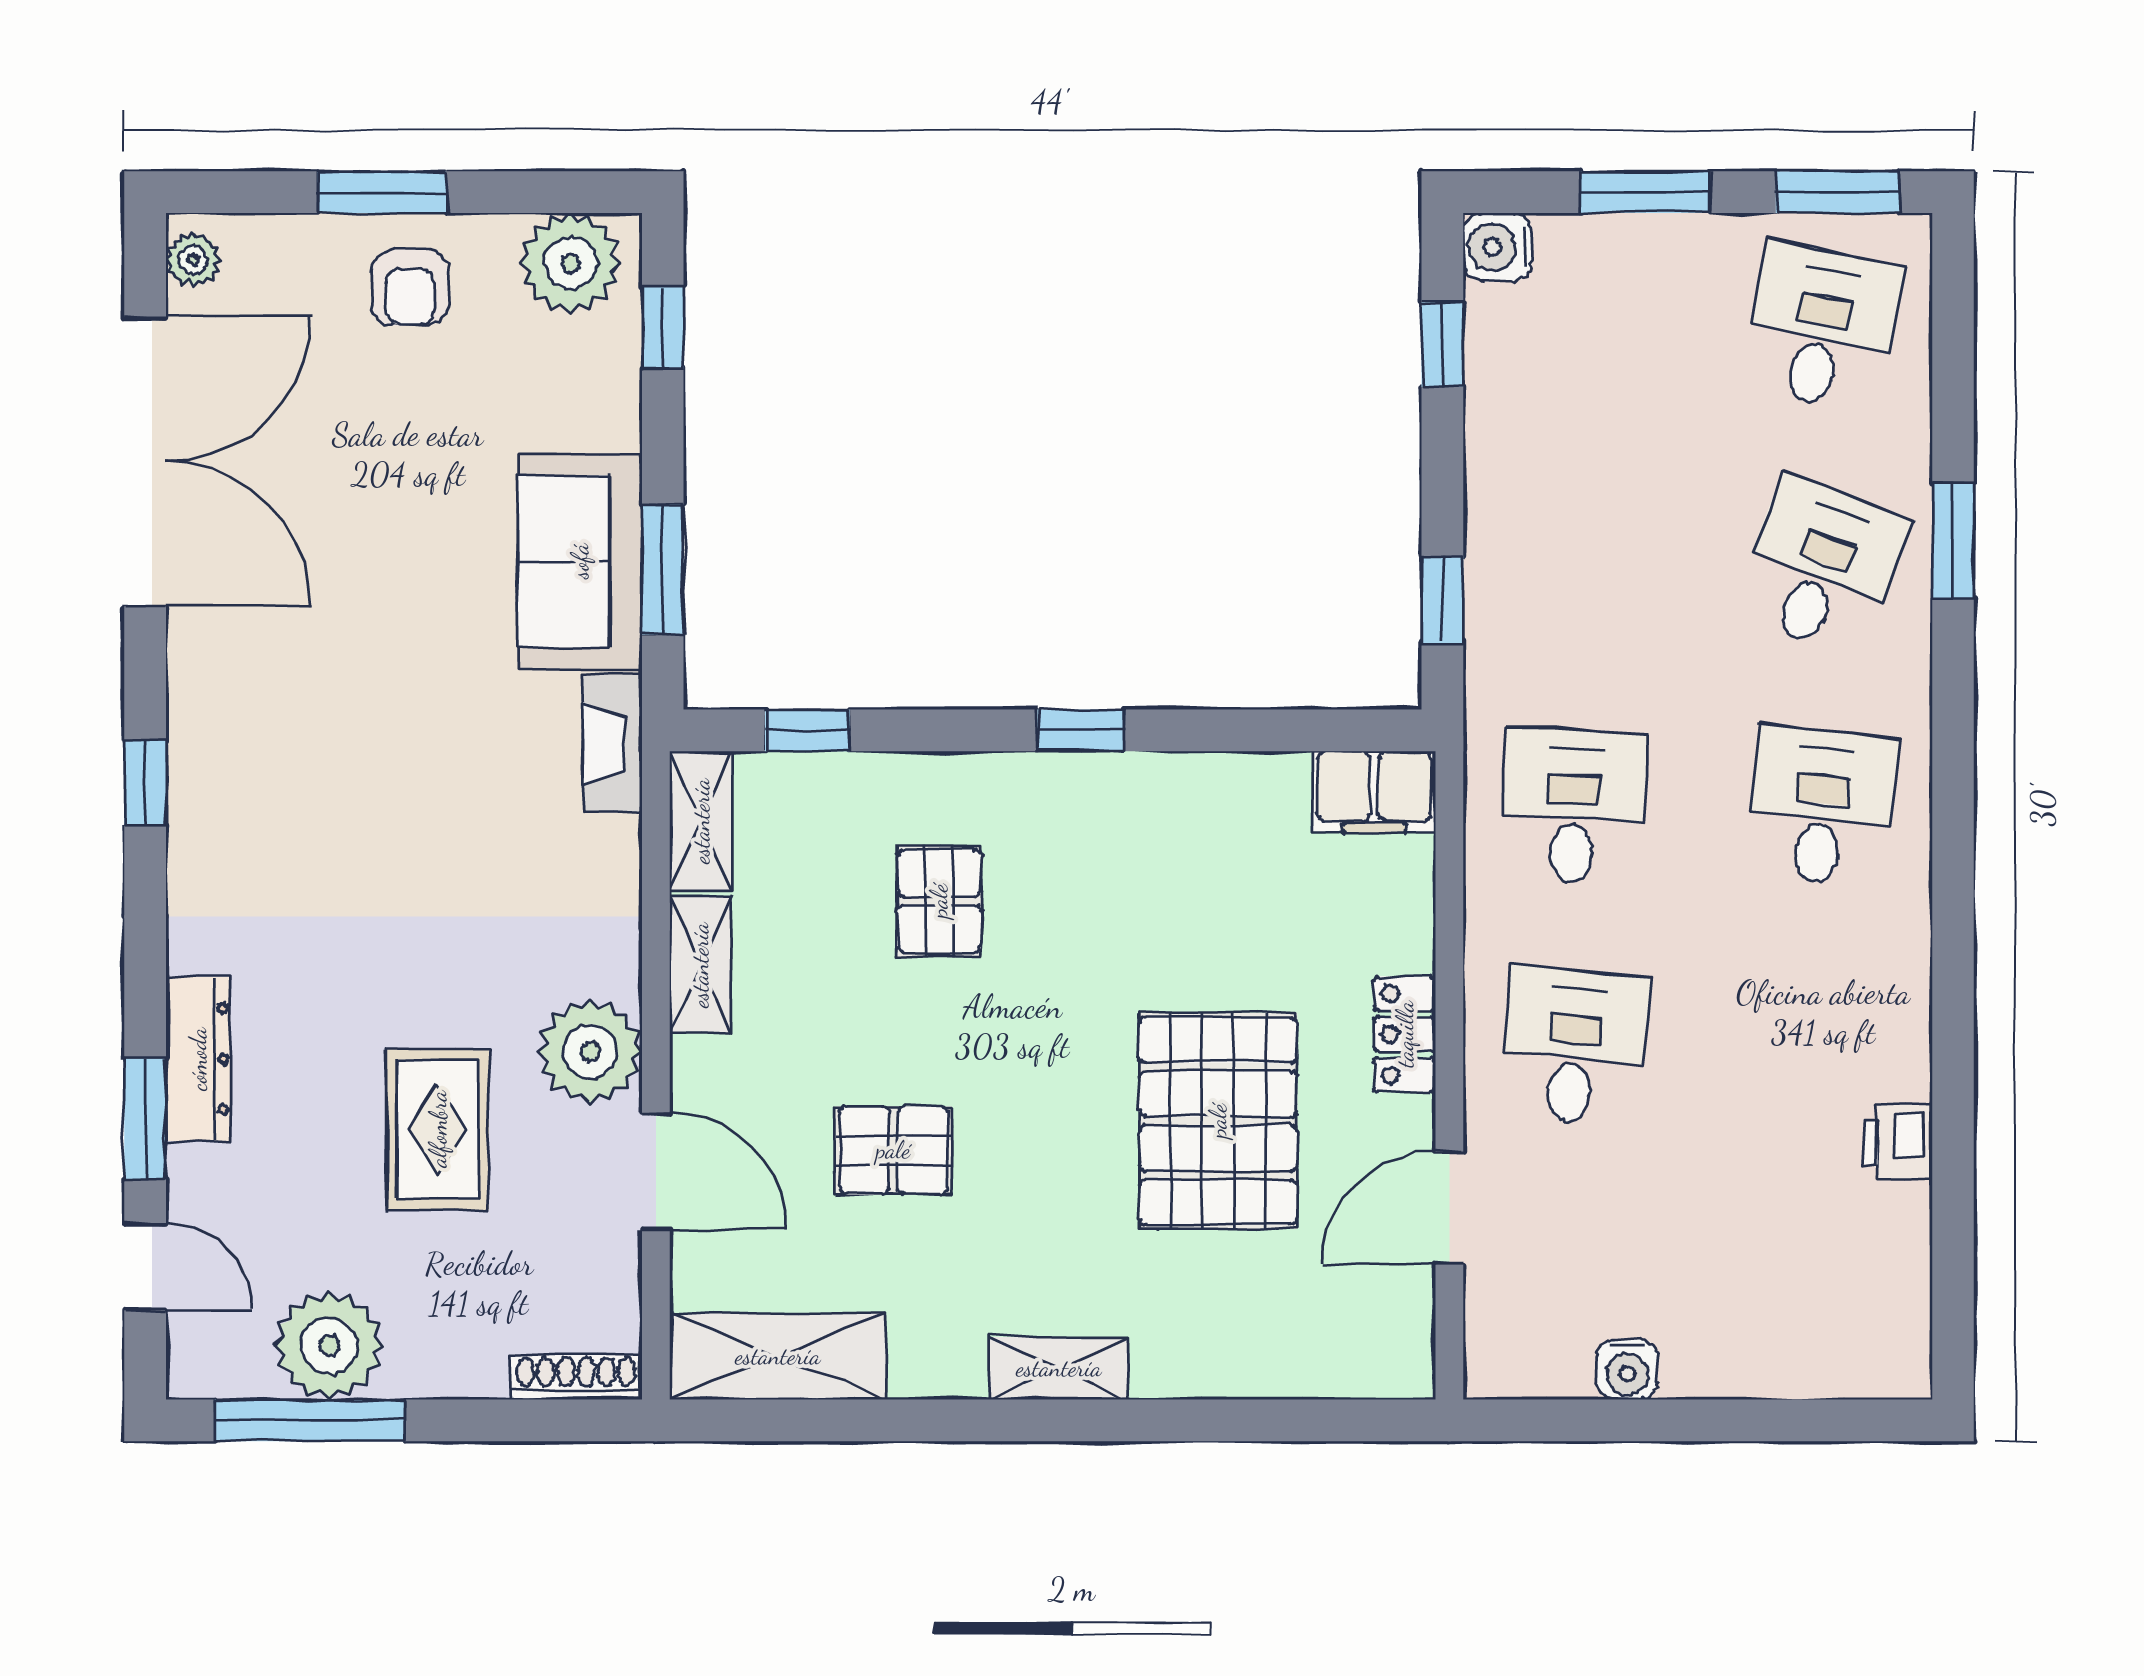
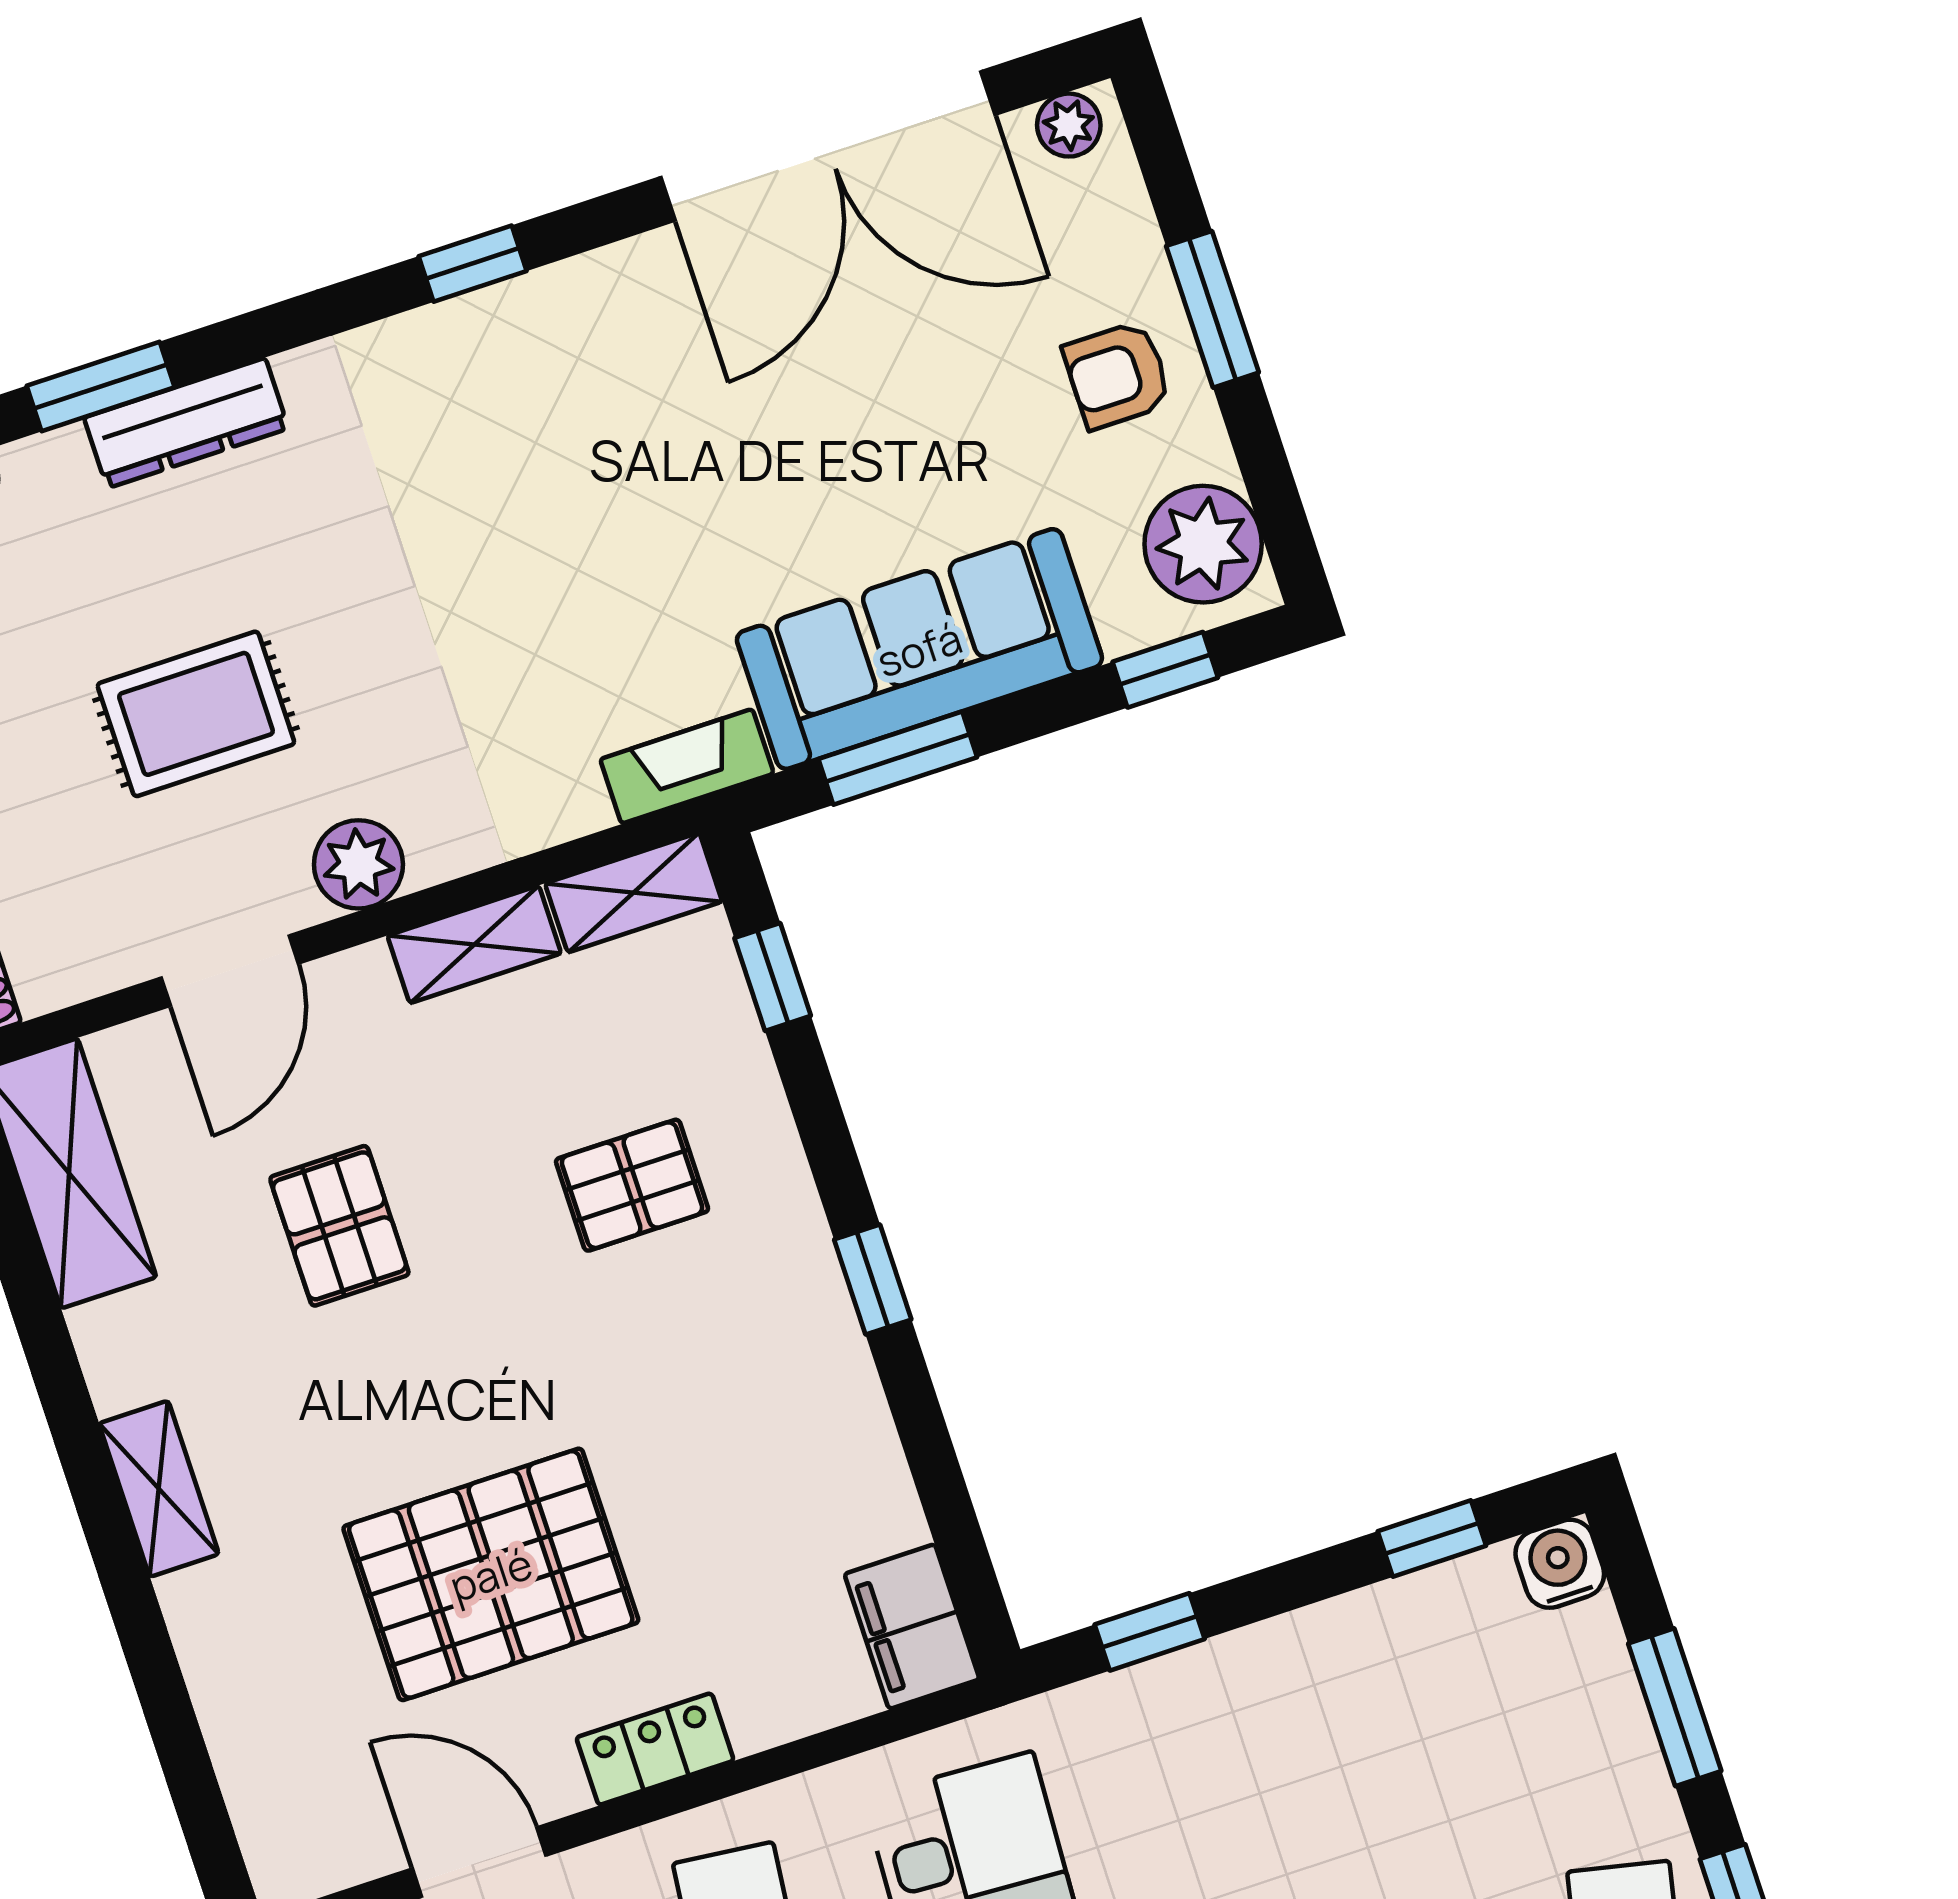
sofa: (580, 561) -> (919, 649), width x1.36
plant: (590, 1051) -> (358, 864), width x0.73, depth x0.73

